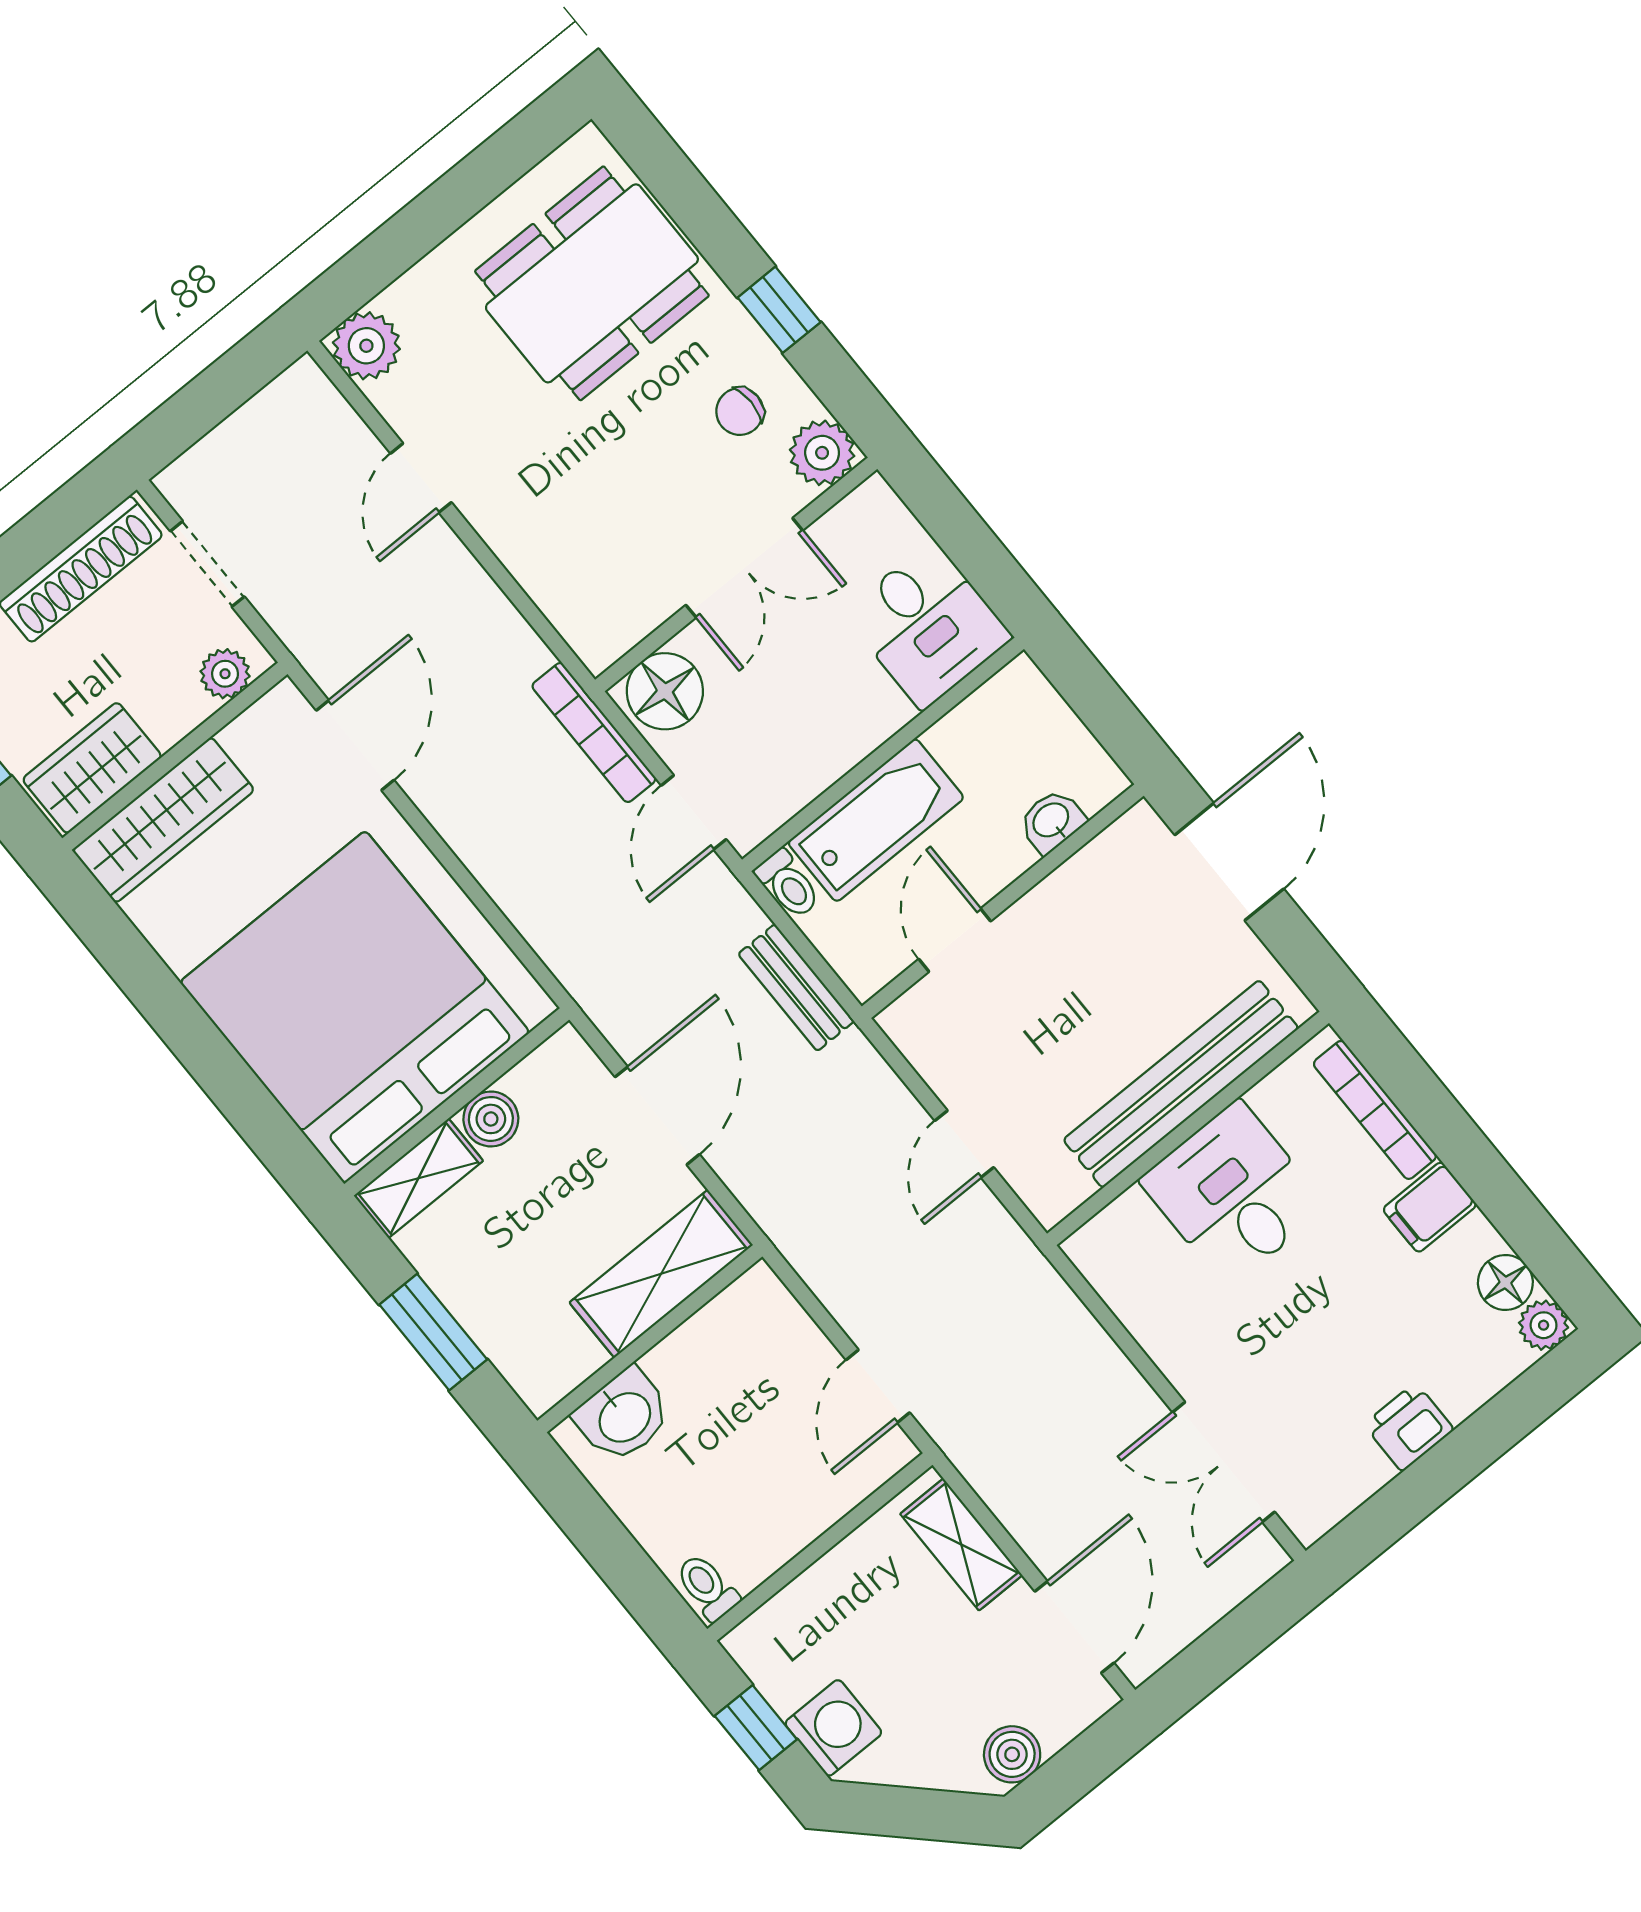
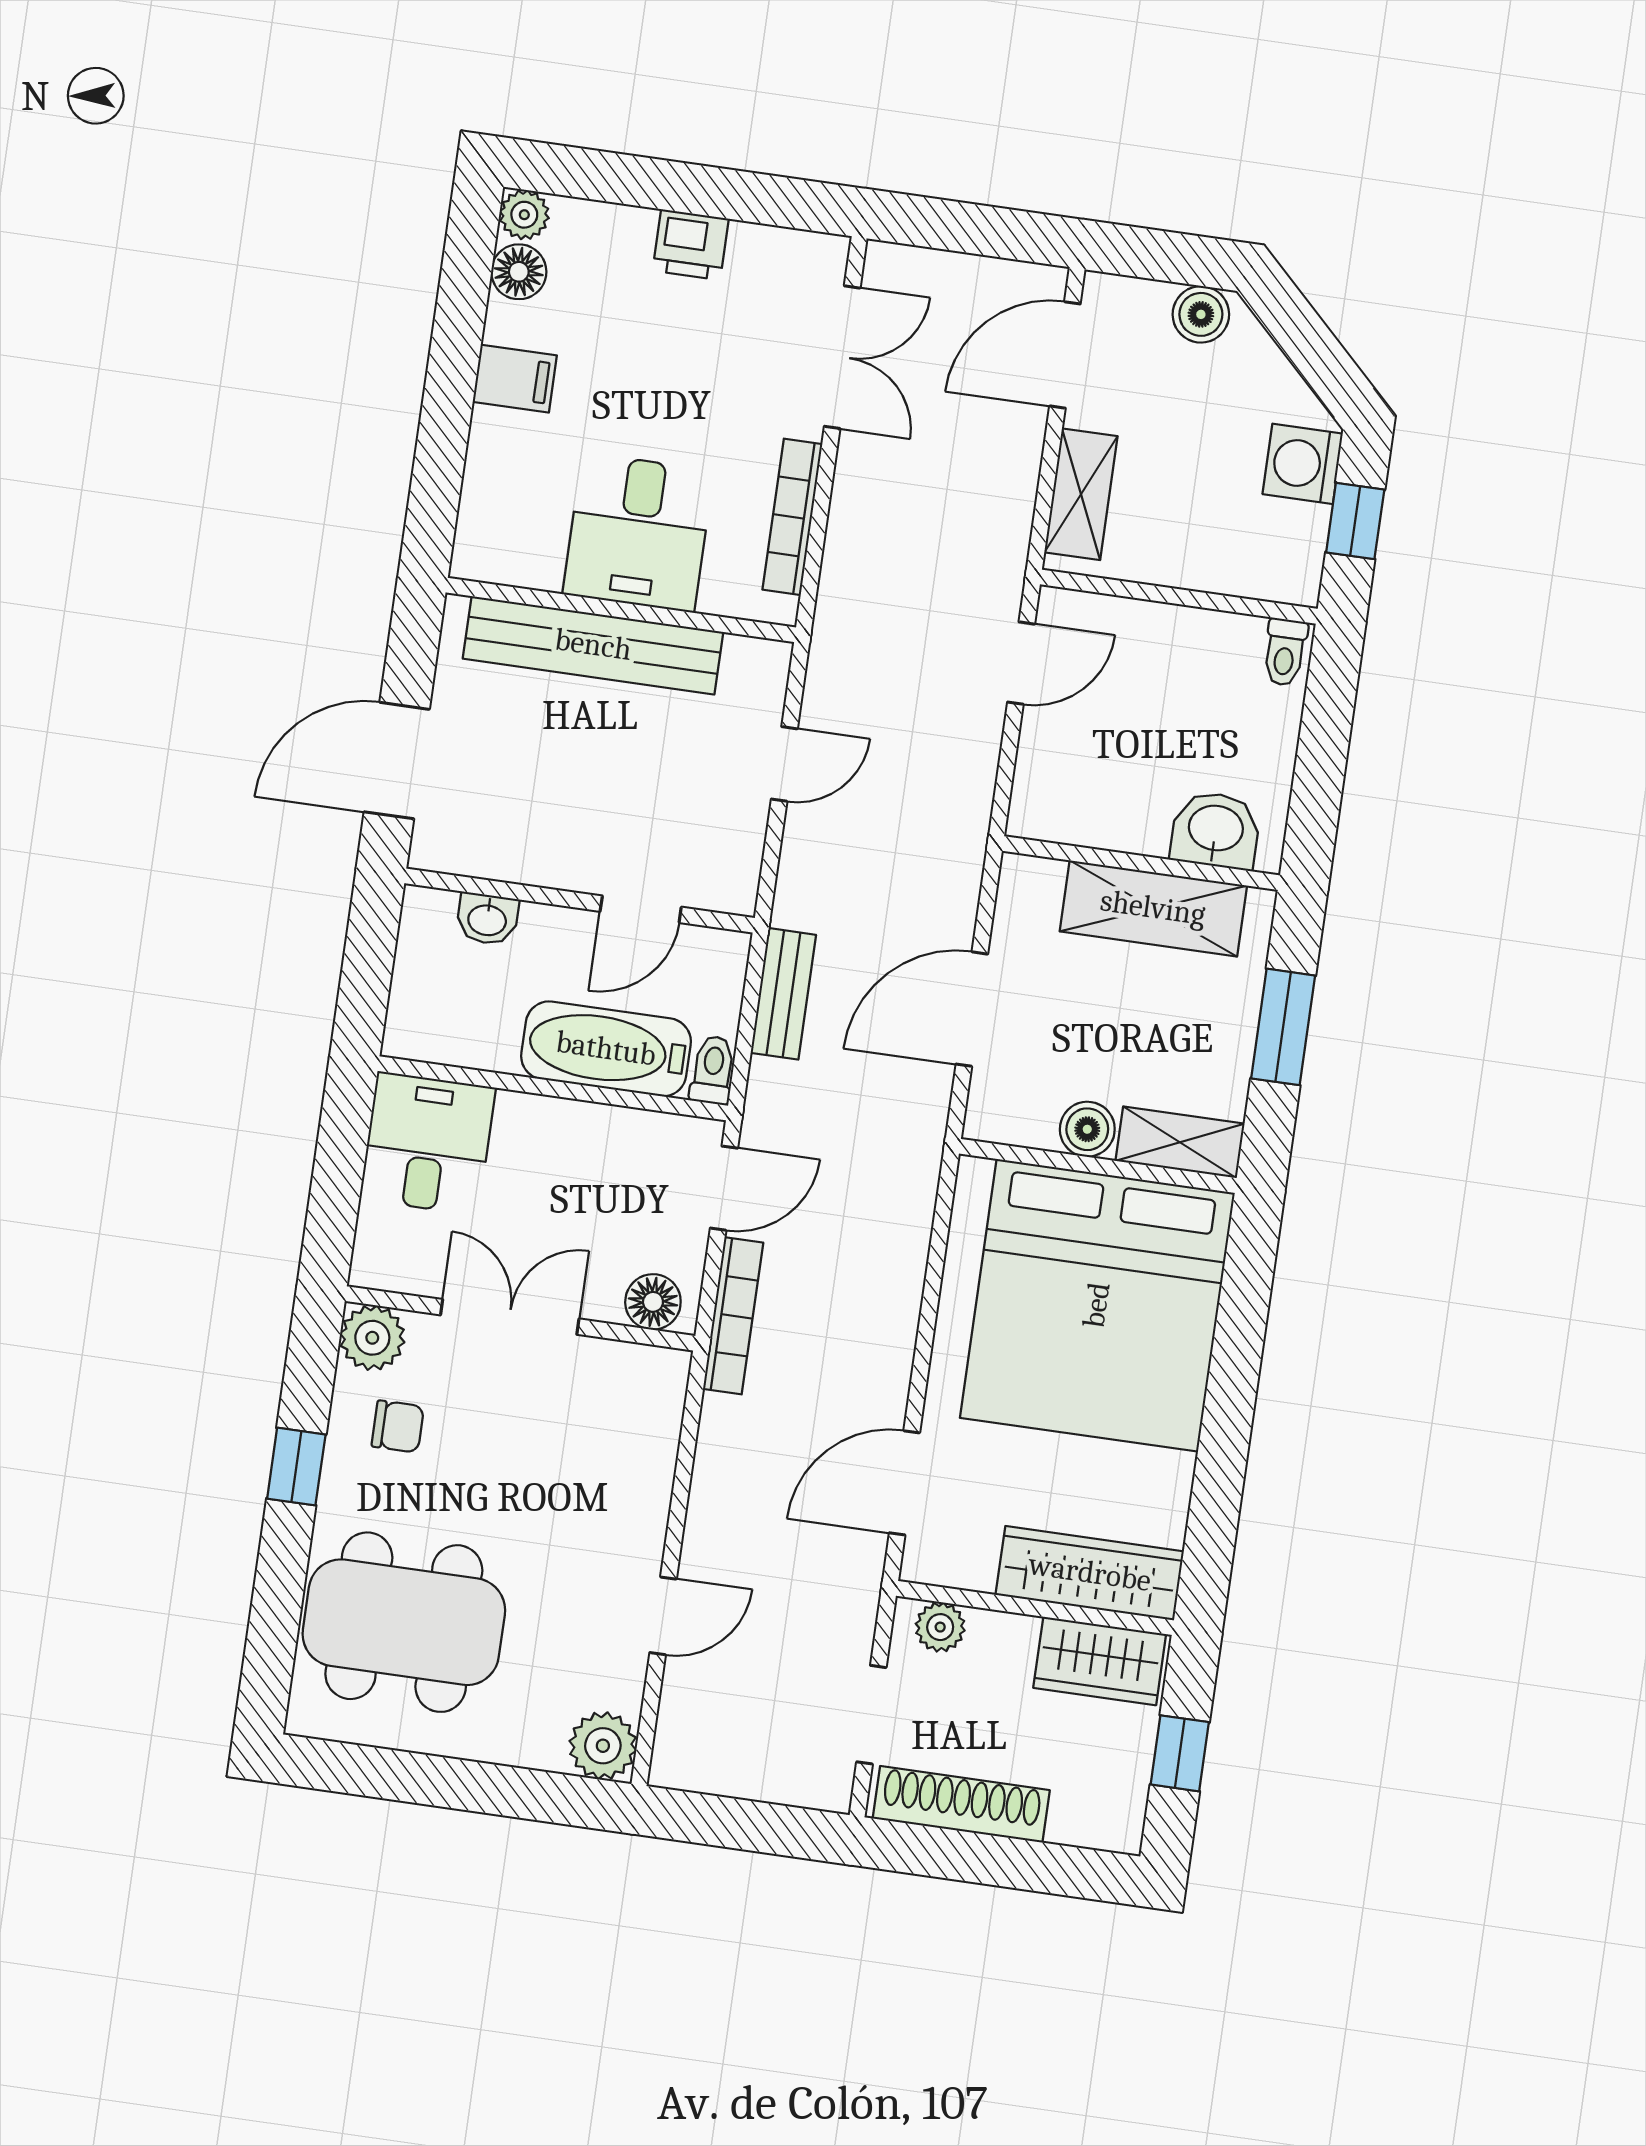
floor lamp: (665, 691) -> (653, 1302), width x0.73, depth x0.73
bookcase: (1375, 1110) -> (792, 517), moved, turned 180
shelving: (661, 1274) -> (1153, 908), moved

